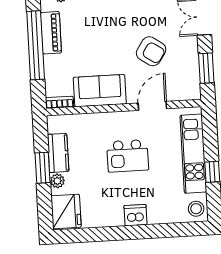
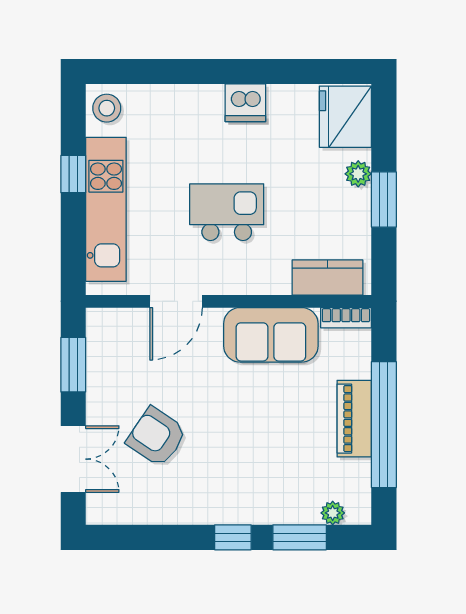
piano: (51, 33) -> (354, 419), moved
armchair: (151, 51) -> (157, 437), moved
kitchen counter: (58, 153) -> (327, 277), moved, turned 90
dishwasher: (135, 215) -> (245, 103), moved

